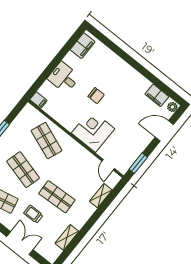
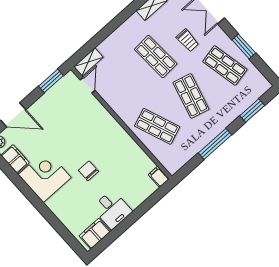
desk: (64, 77) -> (112, 209), moved
corner desk: (93, 131) -> (45, 176), moved, turned 180
shop shelf: (46, 141) -> (157, 126), turned -42
shelving: (101, 196) -> (88, 62), moved

